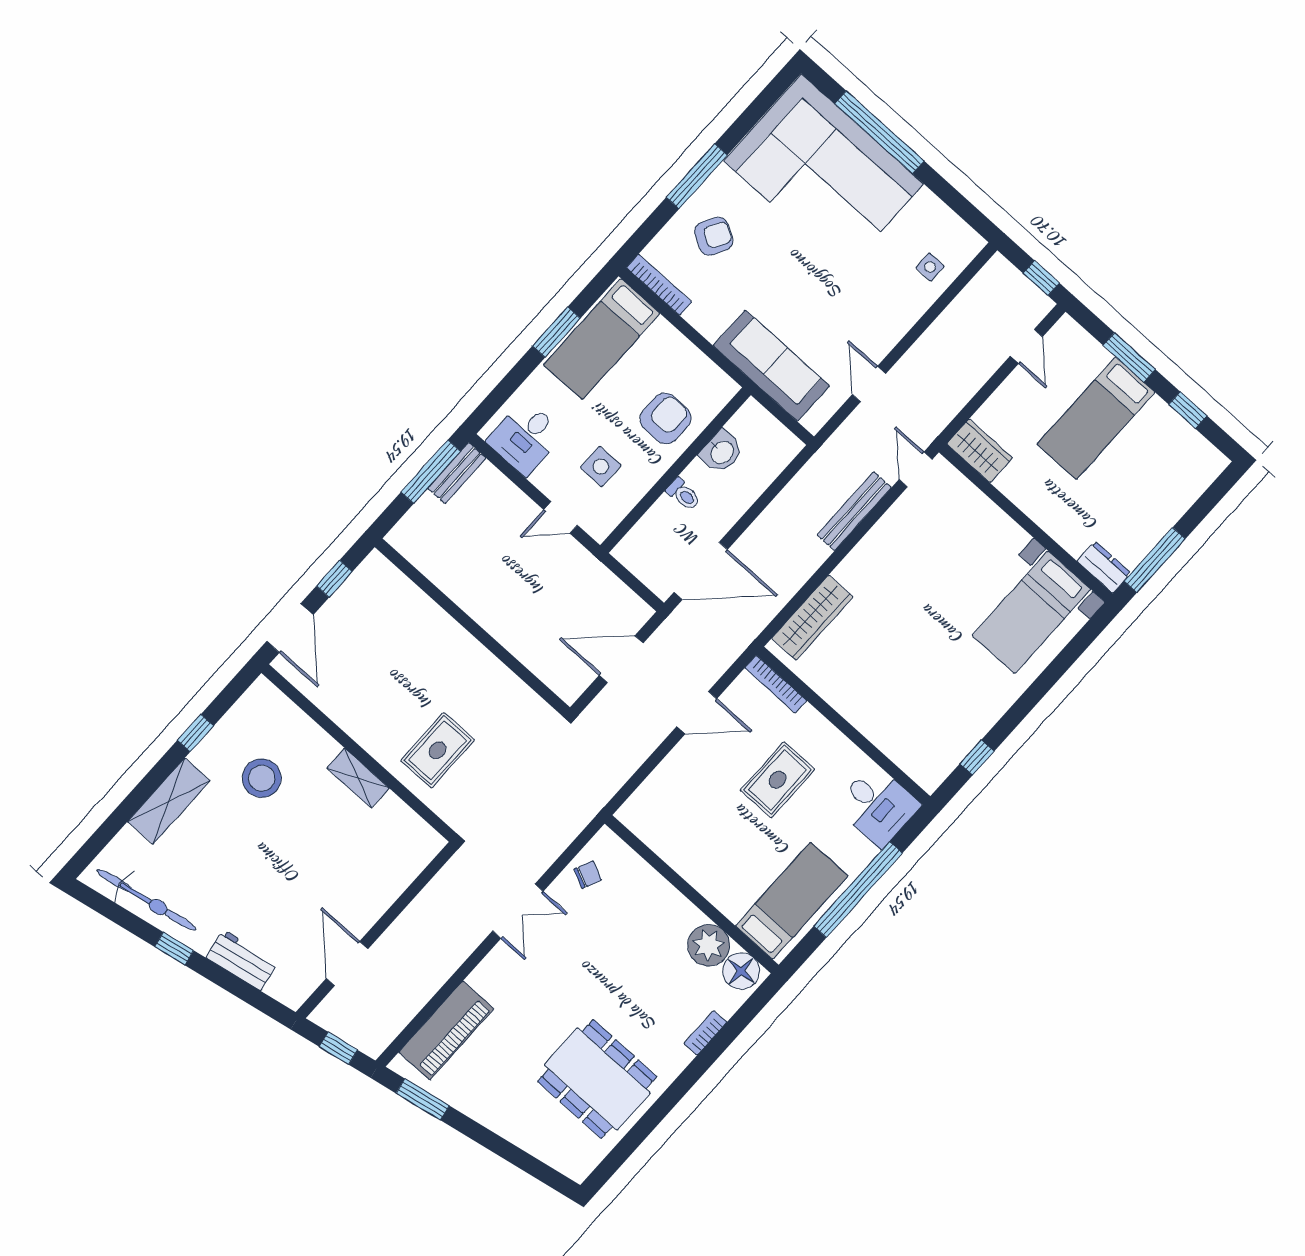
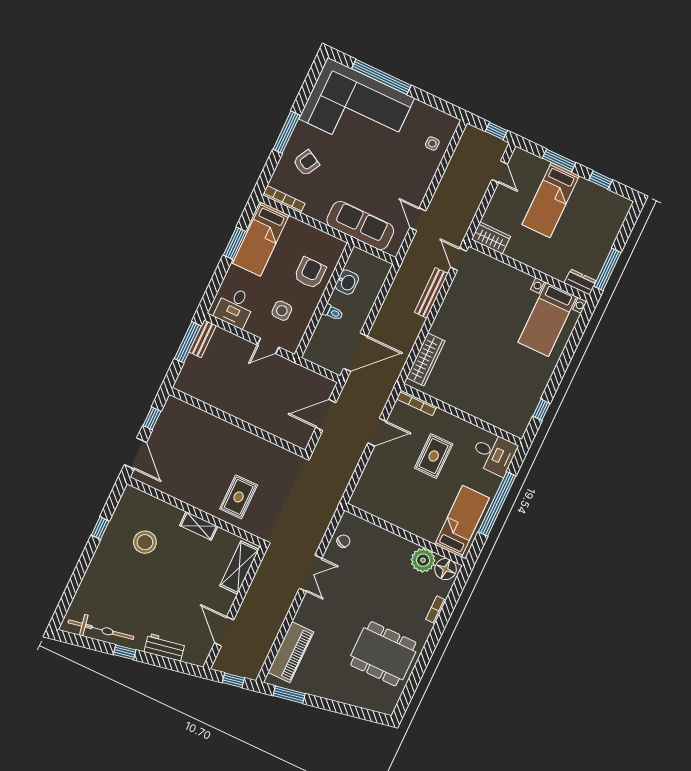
shelving: (169, 801) -> (239, 567), moved

